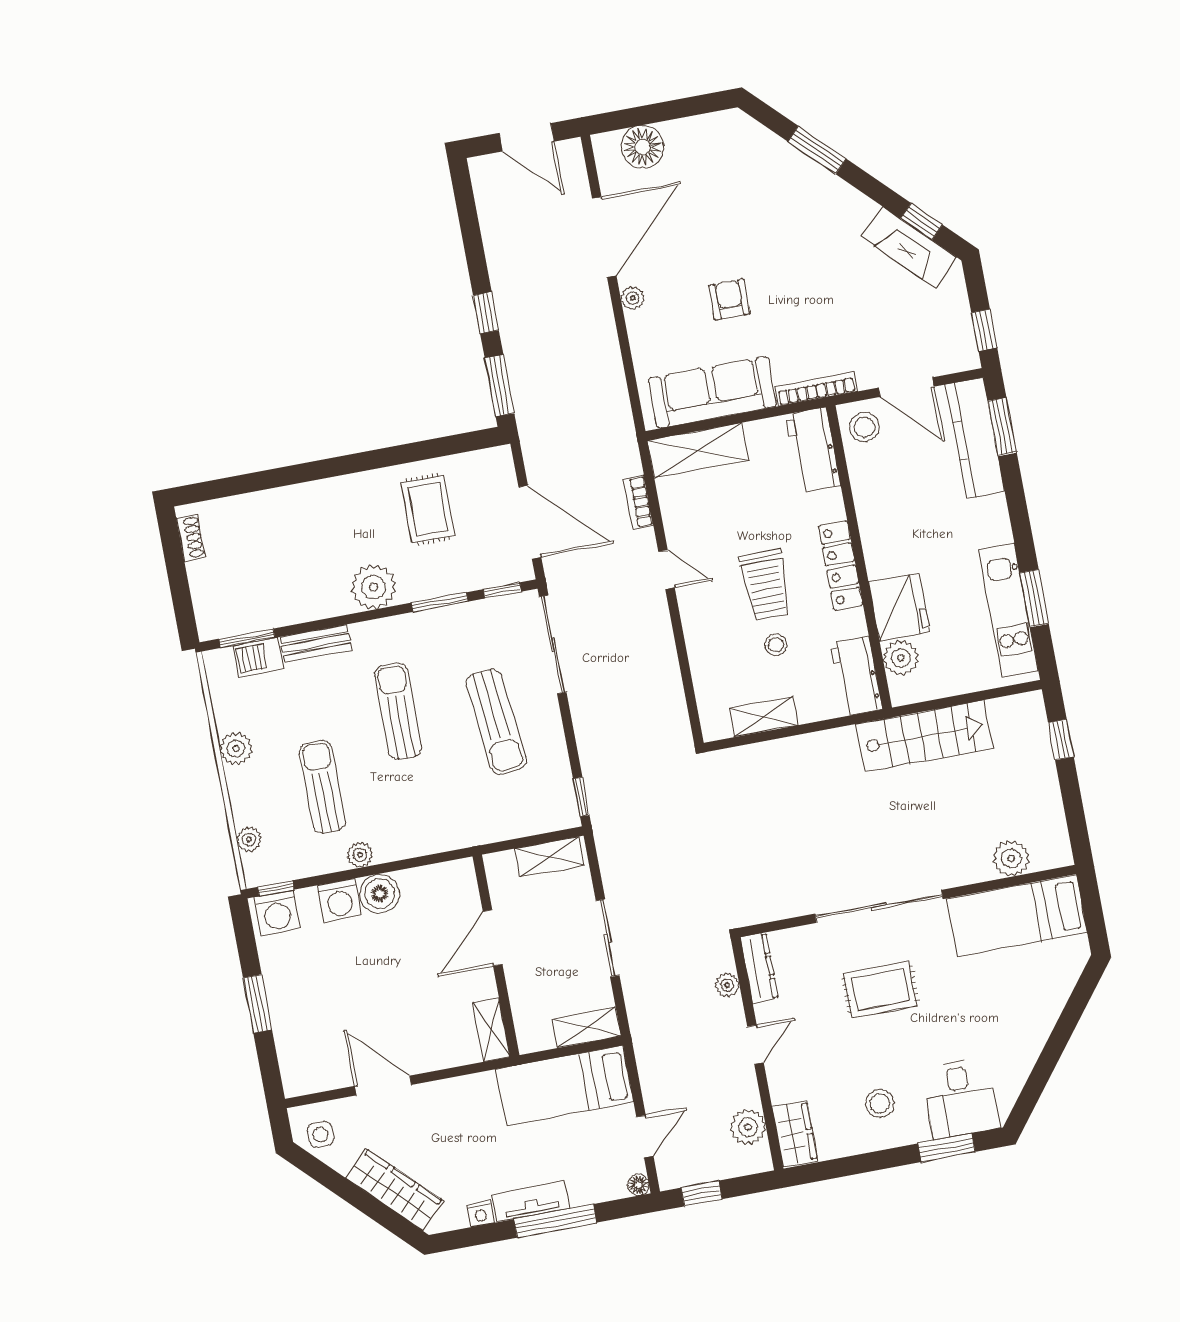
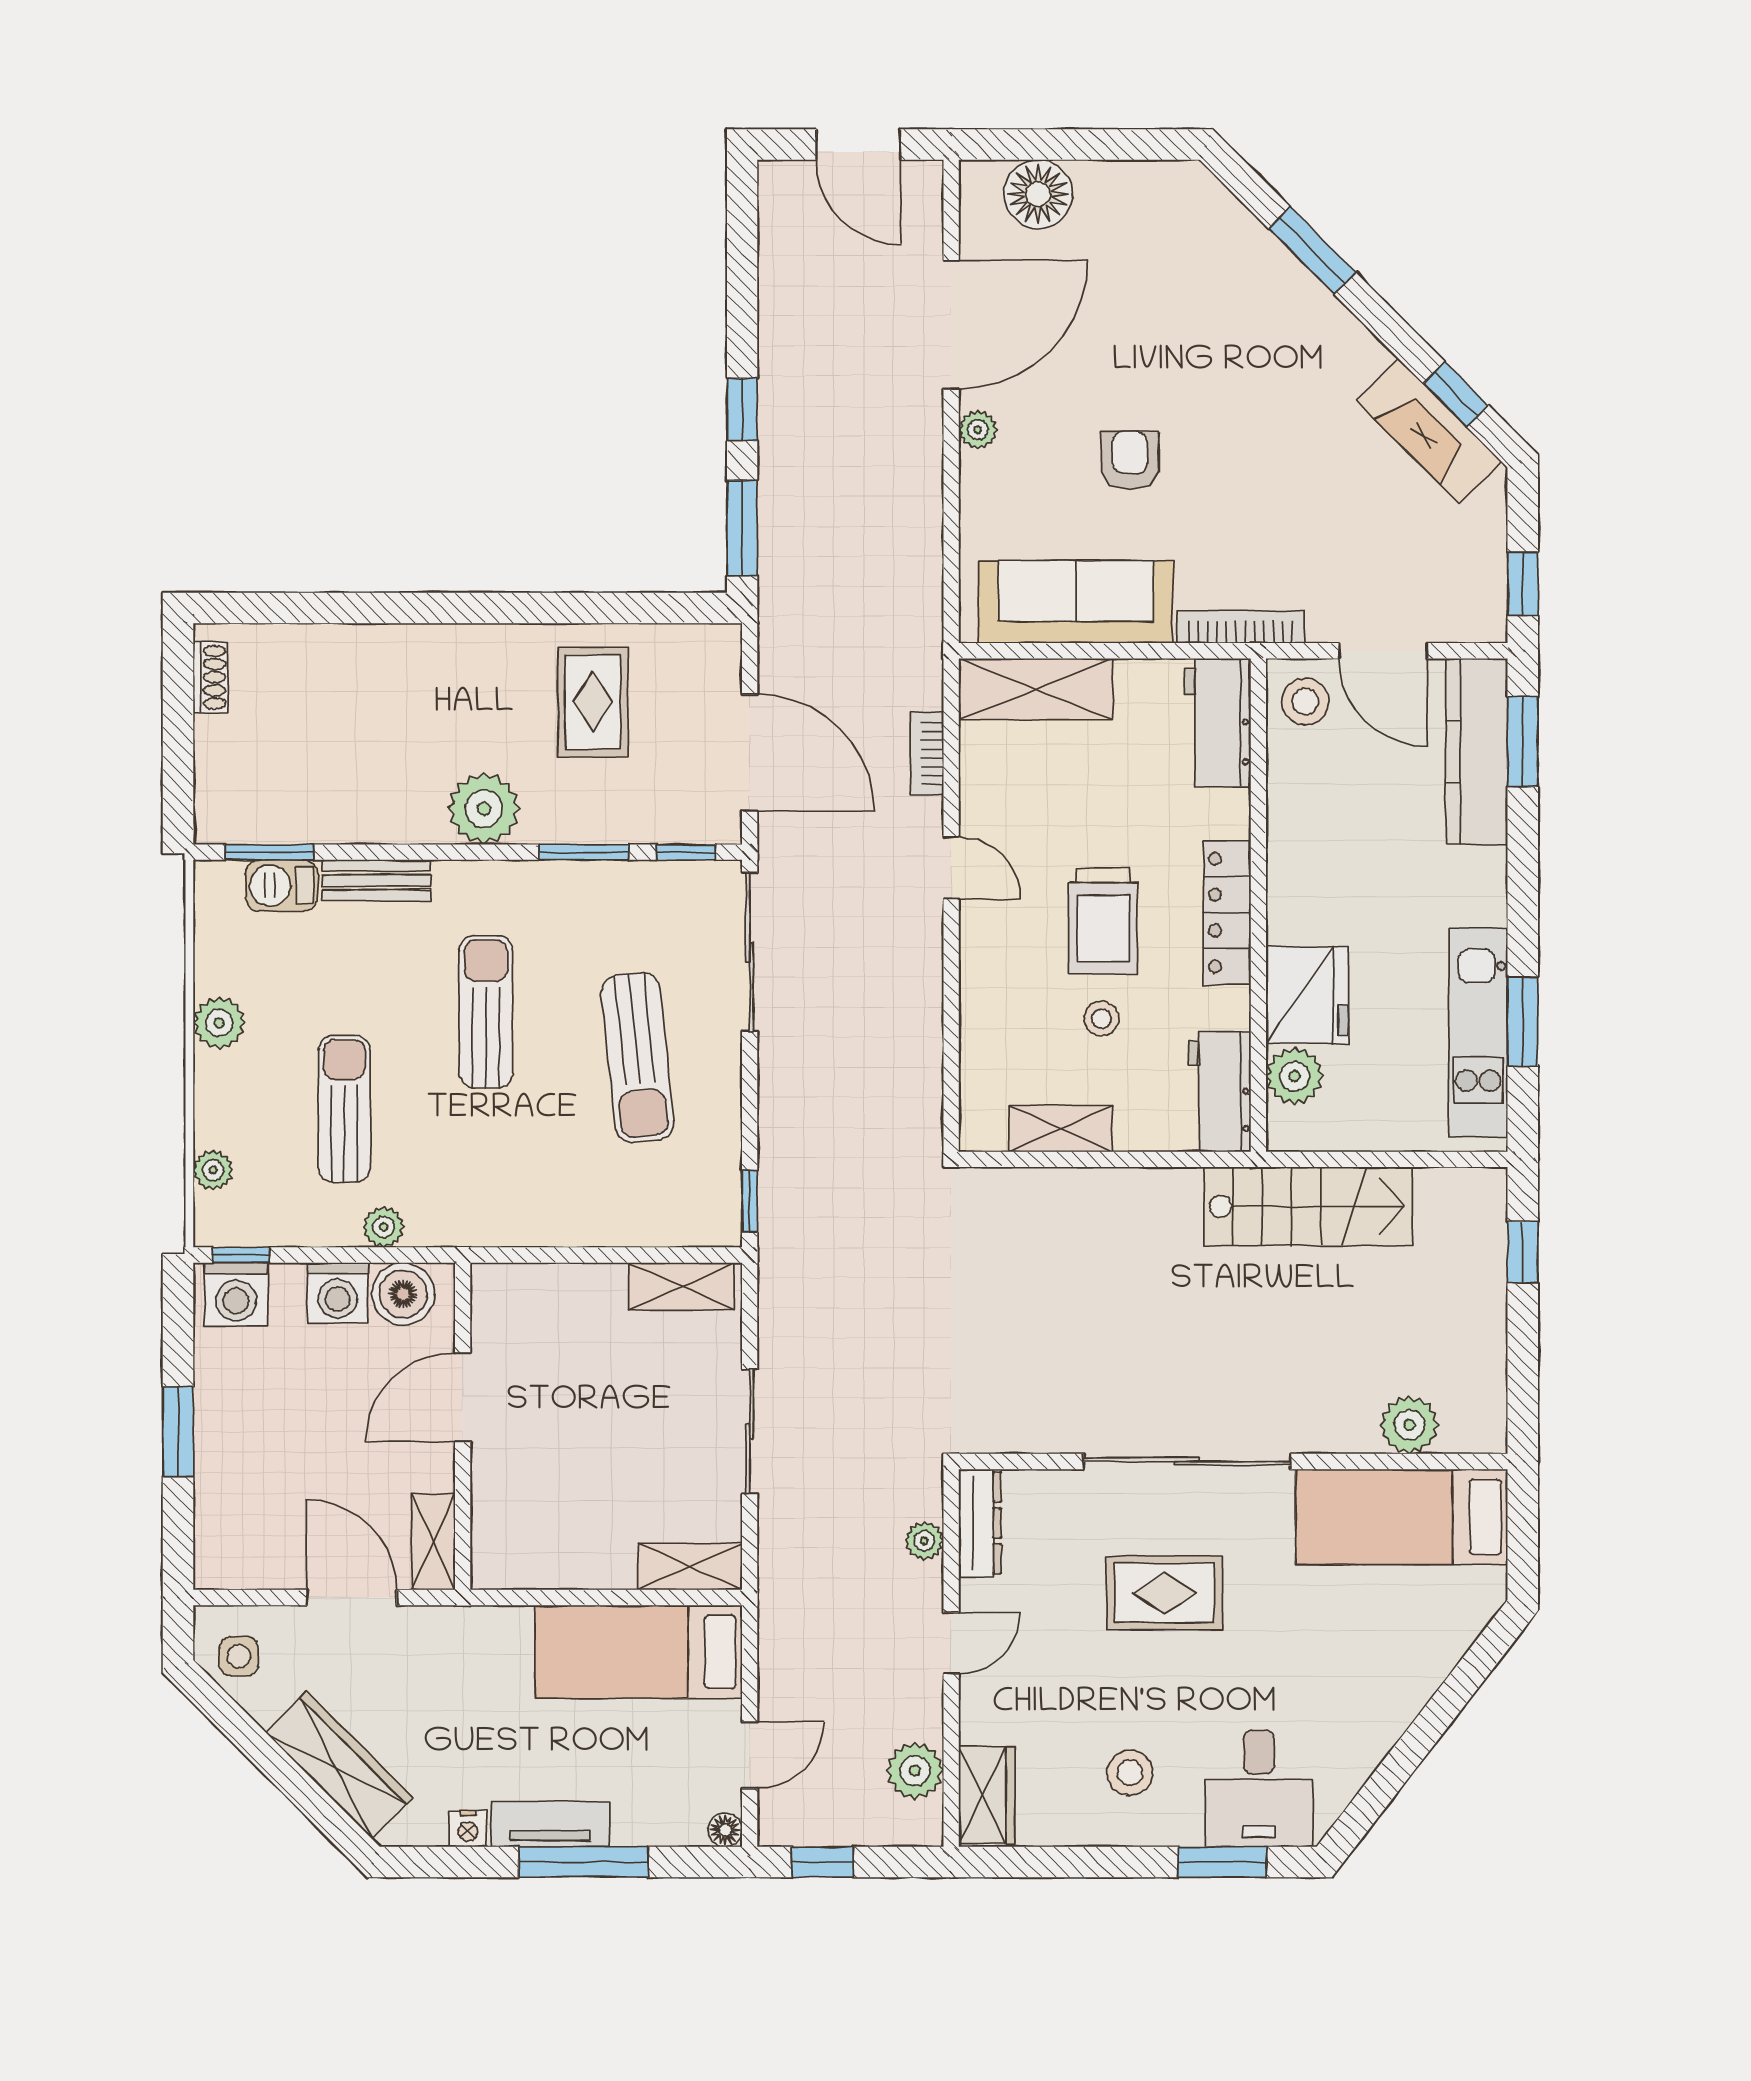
door: (493, 938) -> (463, 1397), moved
wall: (496, 956) -> (463, 1426), moved
shelving: (491, 1030) -> (433, 1542), moved

